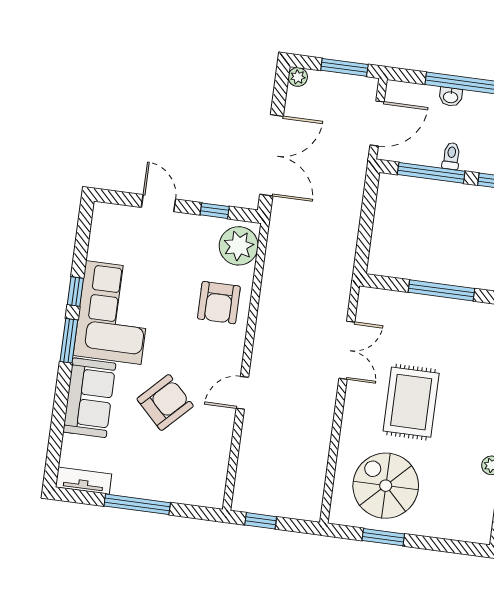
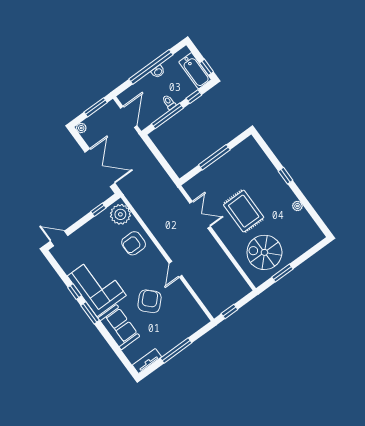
washbasin: (451, 97) -> (158, 72), moved
door: (159, 203) -> (59, 238), moved
armchair: (219, 303) -> (134, 243), turned 90

